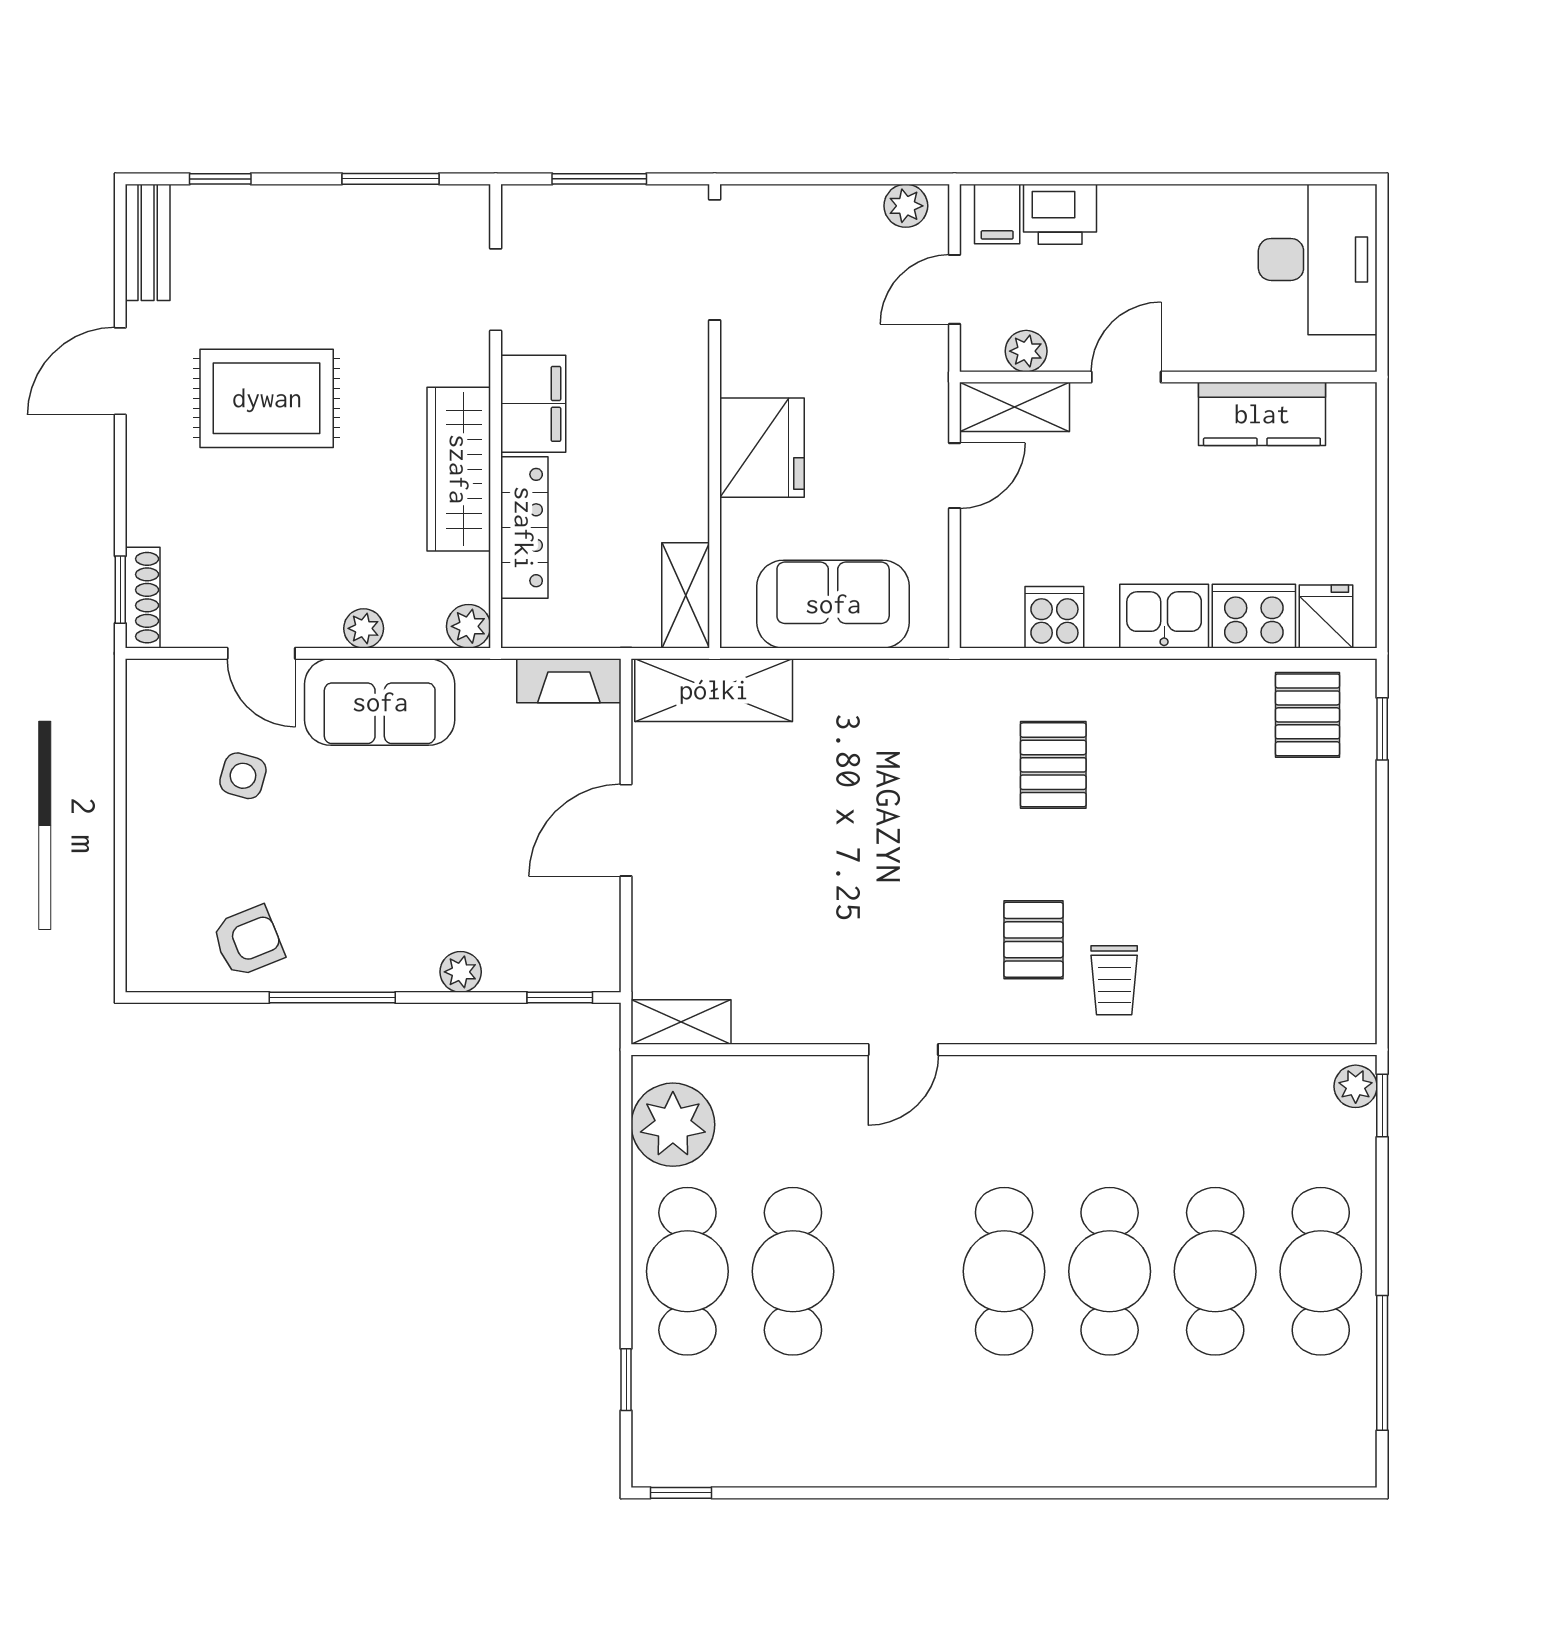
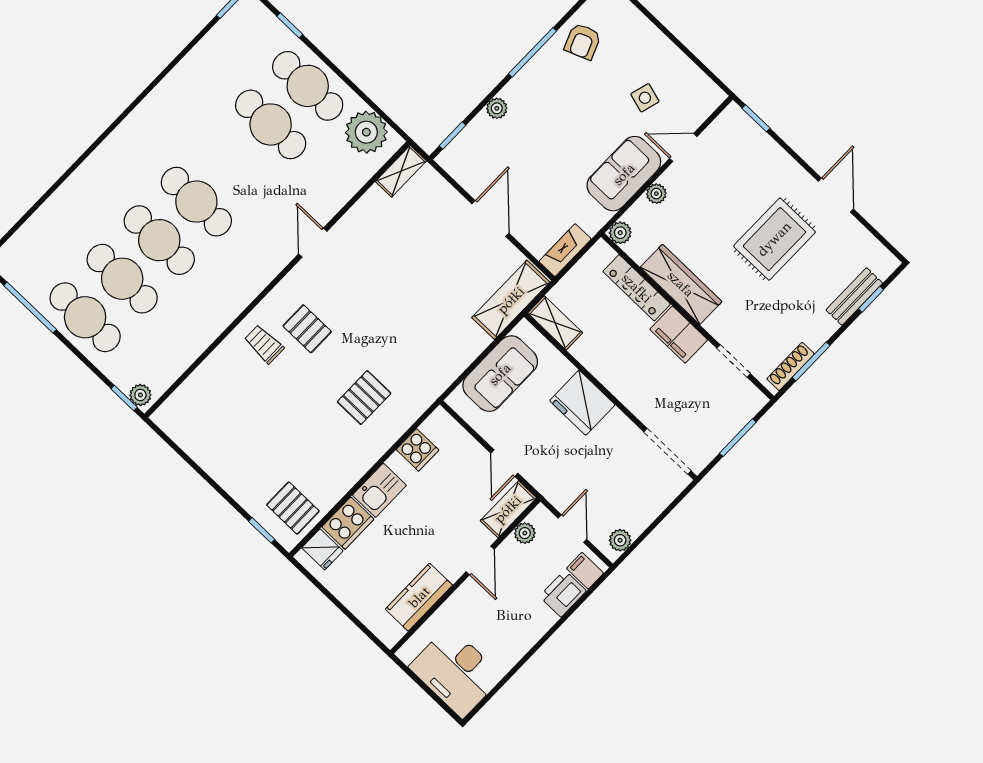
bench: (148, 242) -> (854, 296), moved, turned 90
shoe rack: (143, 598) -> (791, 366), moved, turned 90
pallet: (1053, 765) -> (364, 398), turned 90

